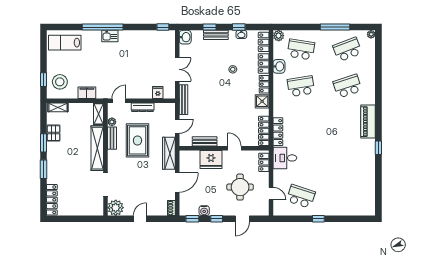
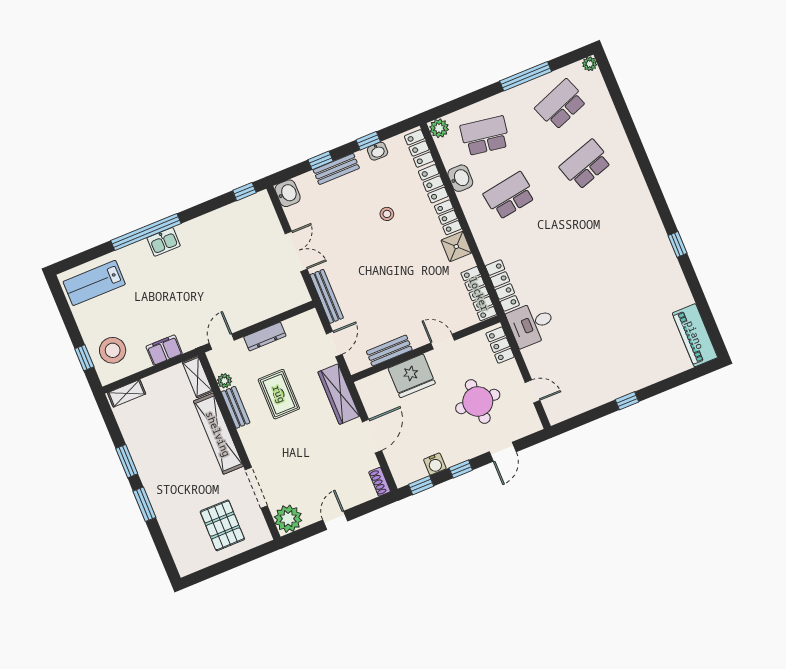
fridge: (158, 93) -> (280, 302), removed
piano: (368, 122) -> (695, 335), moved
pallet: (54, 133) -> (222, 525), moved, width x1.50, depth x1.42
rug: (137, 140) -> (279, 394), width x0.73, depth x0.70
school desk: (301, 196) -> (583, 376), removed
locker: (52, 200) -> (179, 548), removed

